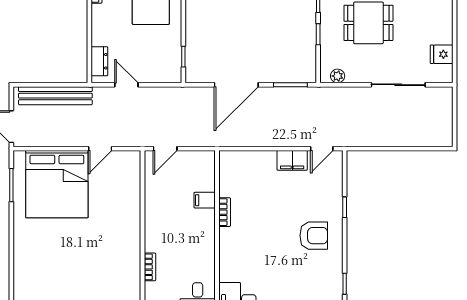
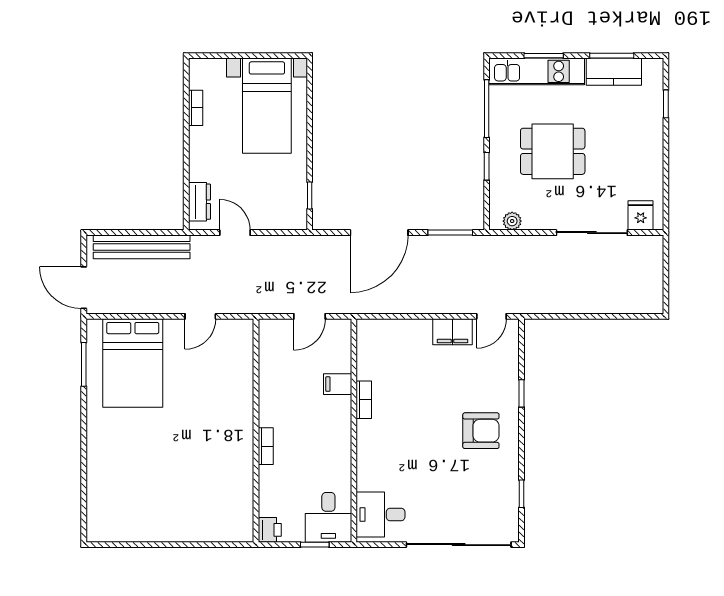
fridge: (442, 54) -> (641, 215), moved, turned 90
door: (165, 149) -> (309, 316), moved
bed: (57, 184) -> (133, 363), width x0.73
bookcase: (150, 267) -> (266, 446), moved

